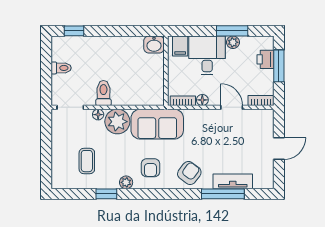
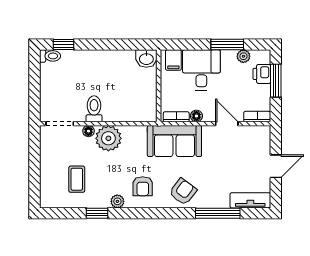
plant: (233, 42) -> (243, 56), moved
toilet: (61, 68) -> (50, 56), moved
sofa: (157, 124) -> (174, 141), moved
tv unit: (233, 181) -> (250, 200), moved

